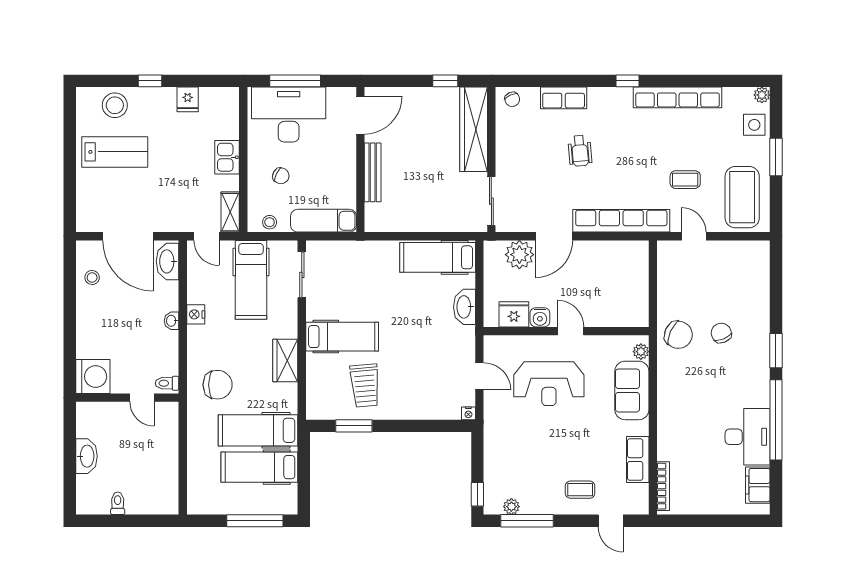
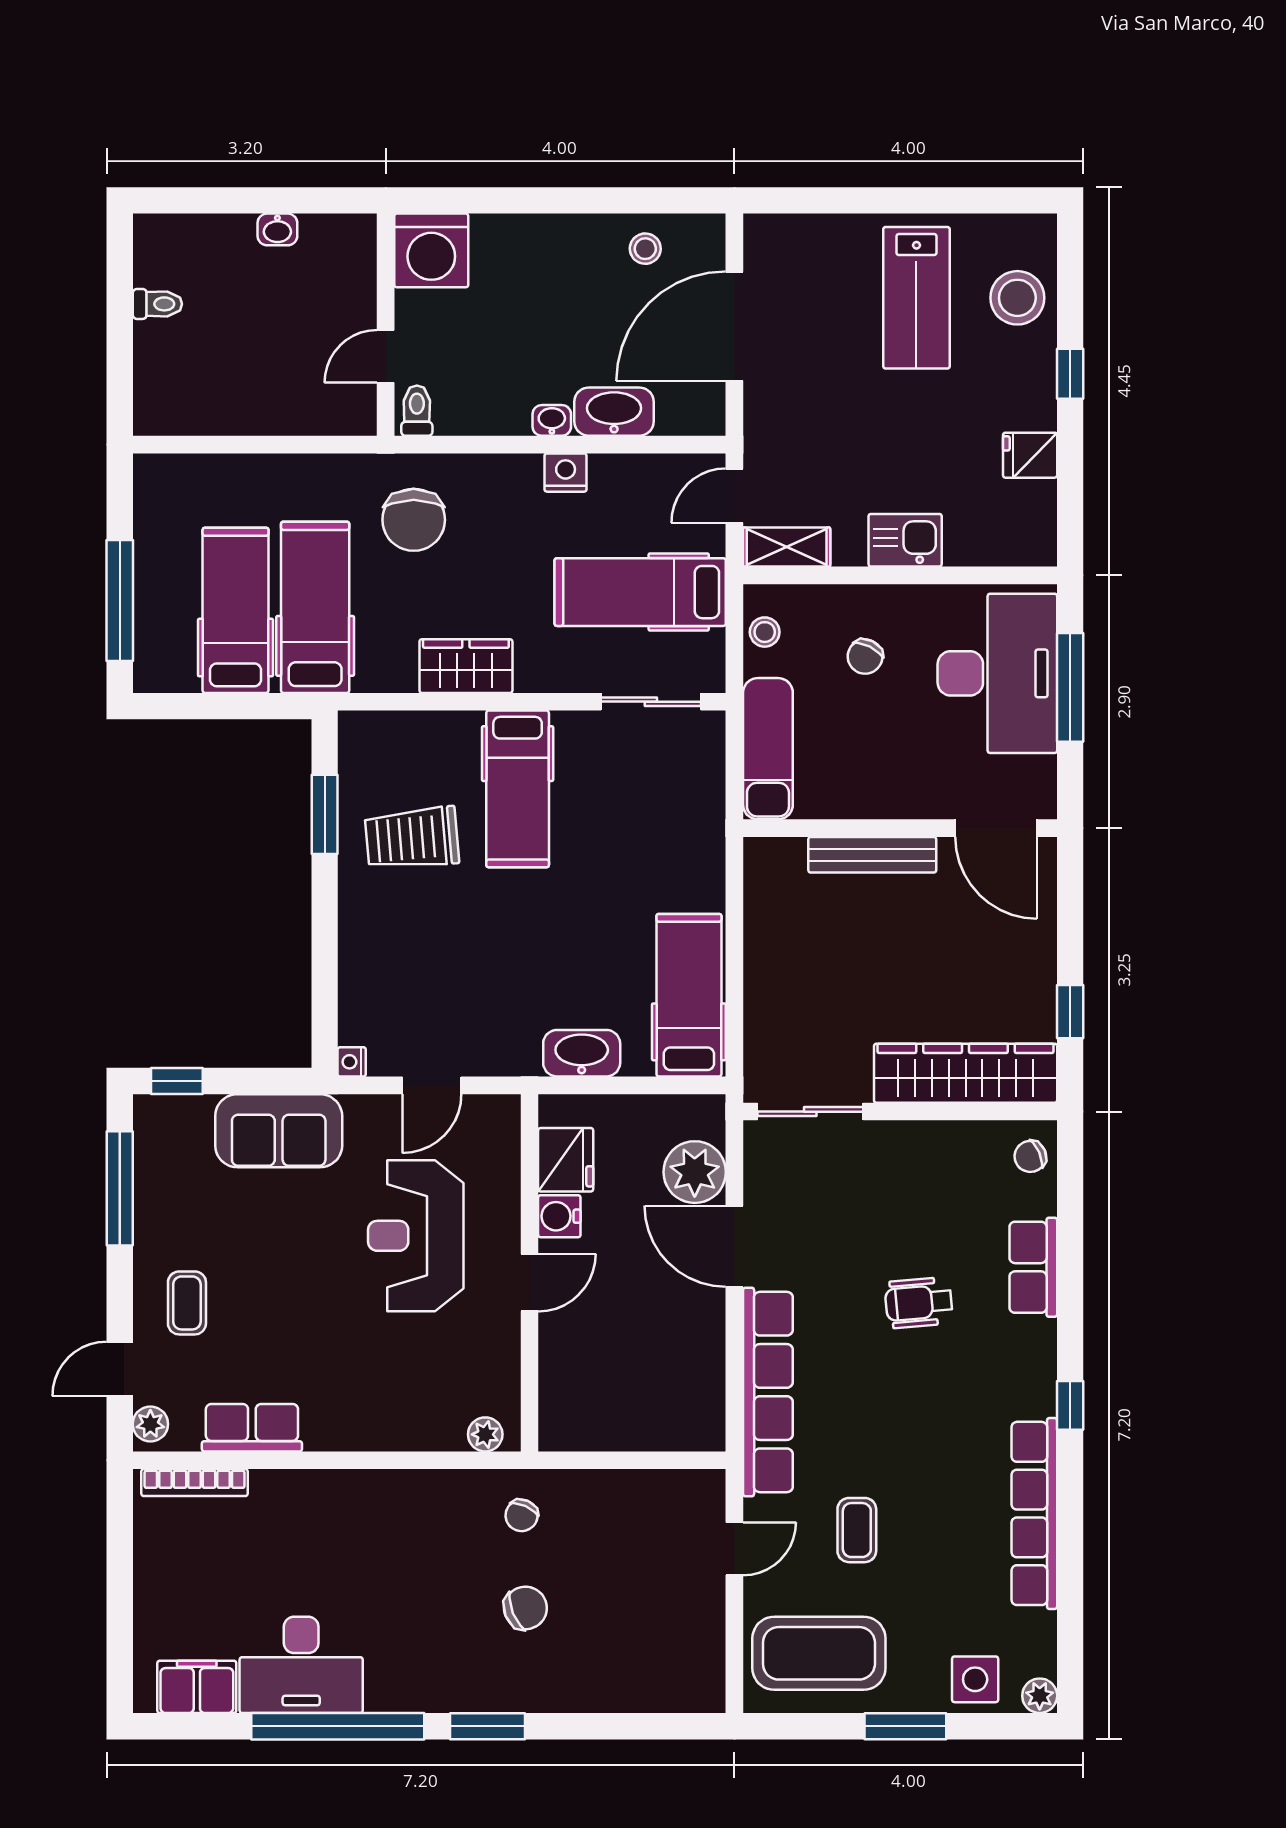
washbasin: (167, 261) -> (614, 412), moved
chair: (678, 335) -> (522, 1515), width x0.54, depth x0.54
sofa: (632, 390) -> (279, 1131), moved, turned 180
washbasin: (86, 456) -> (277, 229), width x0.52, depth x0.69
plant: (511, 507) -> (150, 1424), moved

